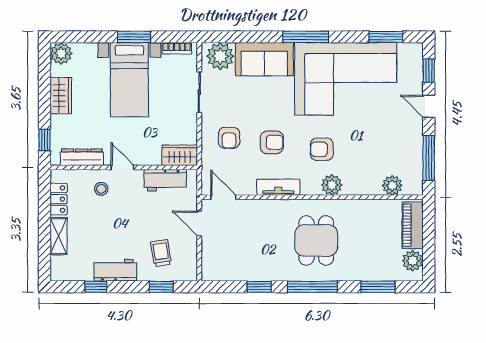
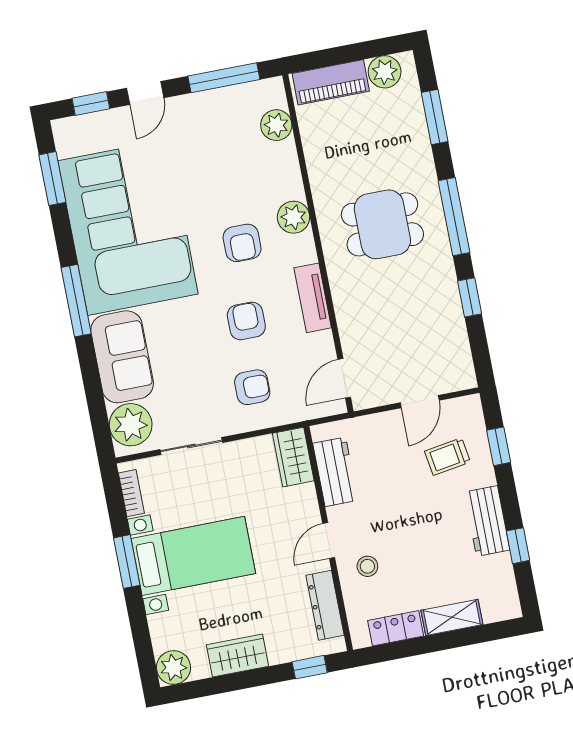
door: (199, 223) -> (420, 402), moved

